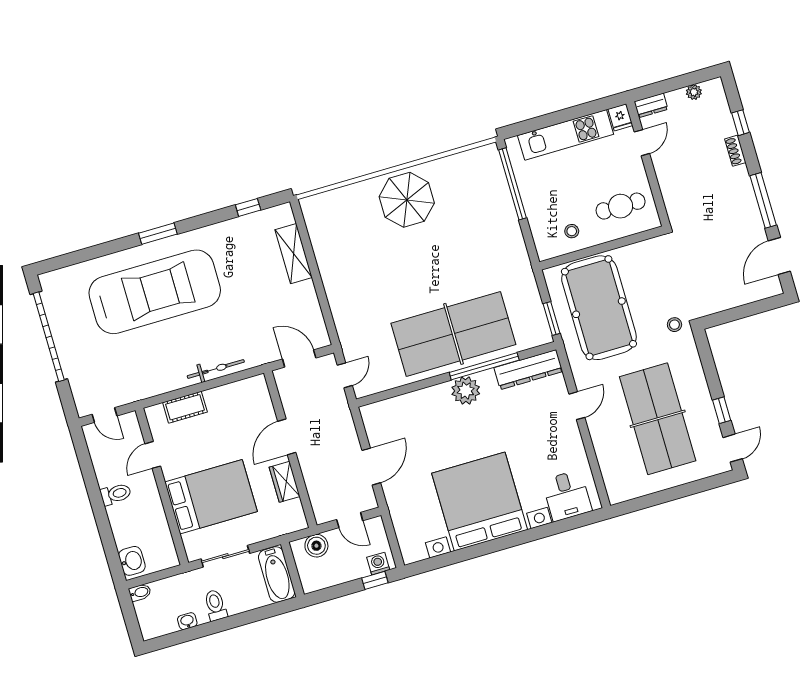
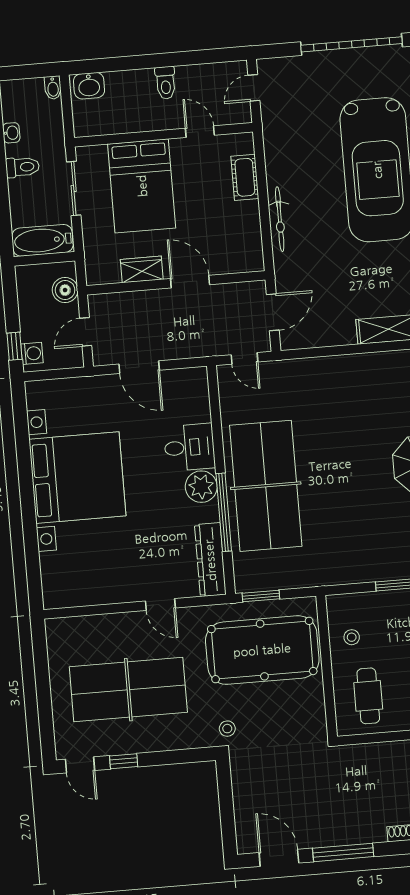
desk: (567, 496) -> (189, 447), moved, turned 180

